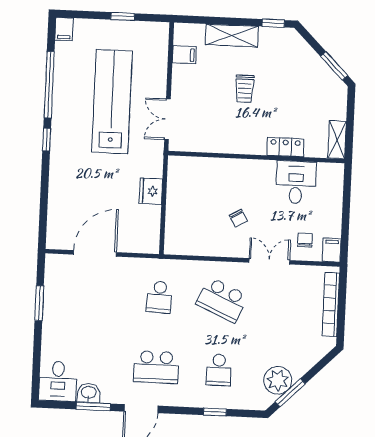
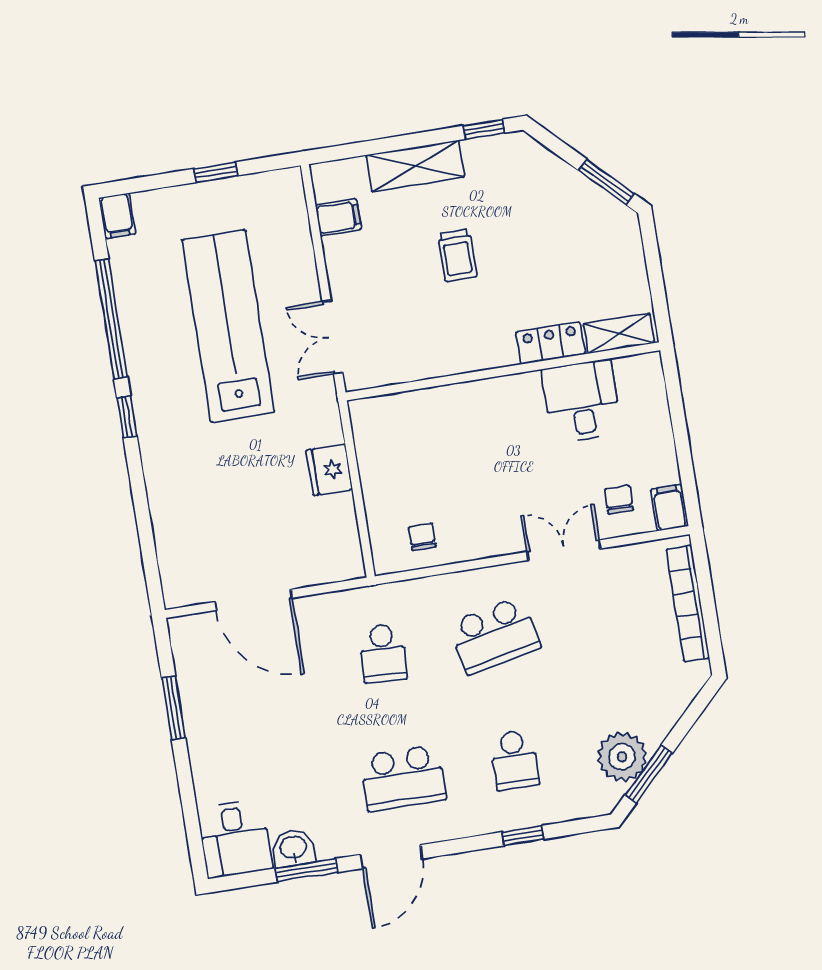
shelving: (337, 140) -> (619, 333), moved, turned 90
chair: (238, 218) -> (422, 537), moved, turned -150
door: (95, 253) -> (253, 600), swing flipped
school desk: (222, 300) -> (495, 635), turned -36

